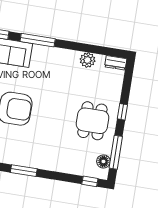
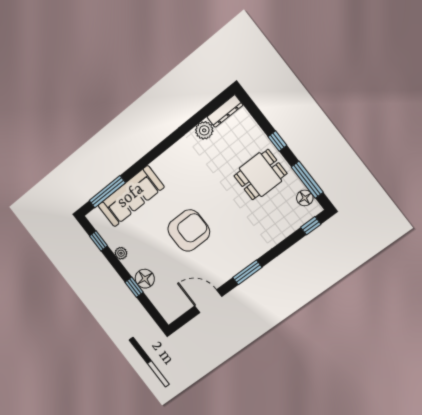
window: (38, 40) -> (149, 158), removed
dresser: (116, 63) -> (225, 111), width x1.44
dining table: (92, 121) -> (260, 175), turned 90

